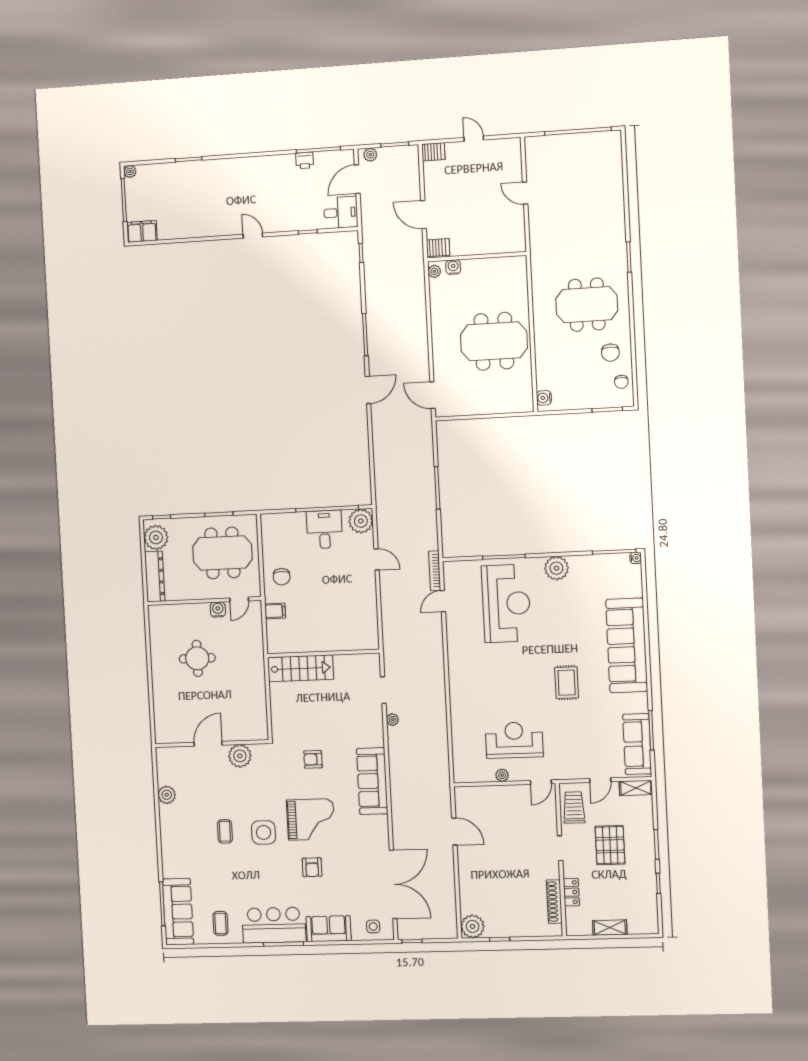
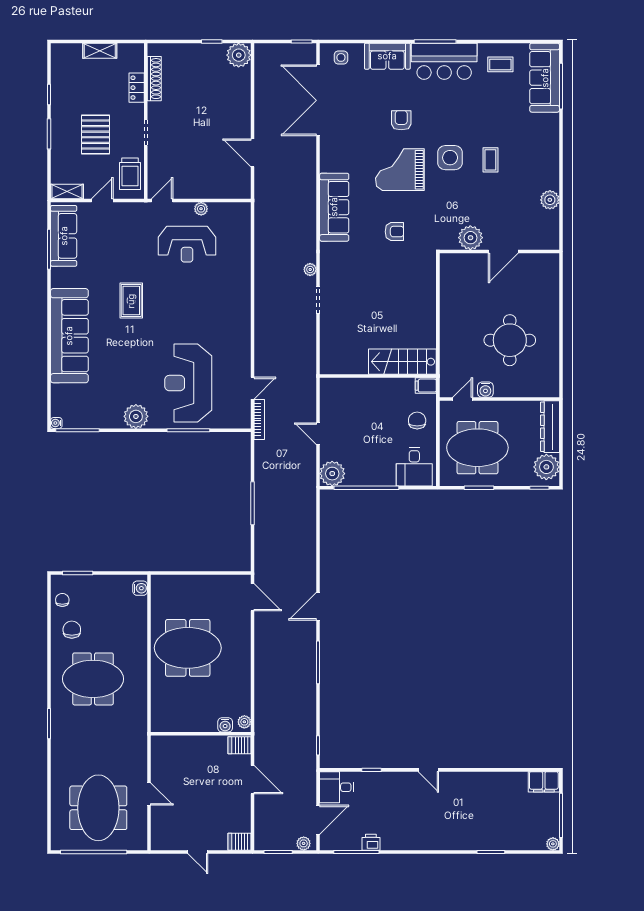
meeting table: (575, 176) -> (98, 808), added
desk: (324, 529) -> (414, 467), moved
wall: (323, 653) -> (378, 376), moved
round table: (197, 658) -> (510, 340), width x1.36, depth x1.36
stairs: (300, 668) -> (402, 362), moved
coffee table: (220, 923) -> (500, 64), turned 90

